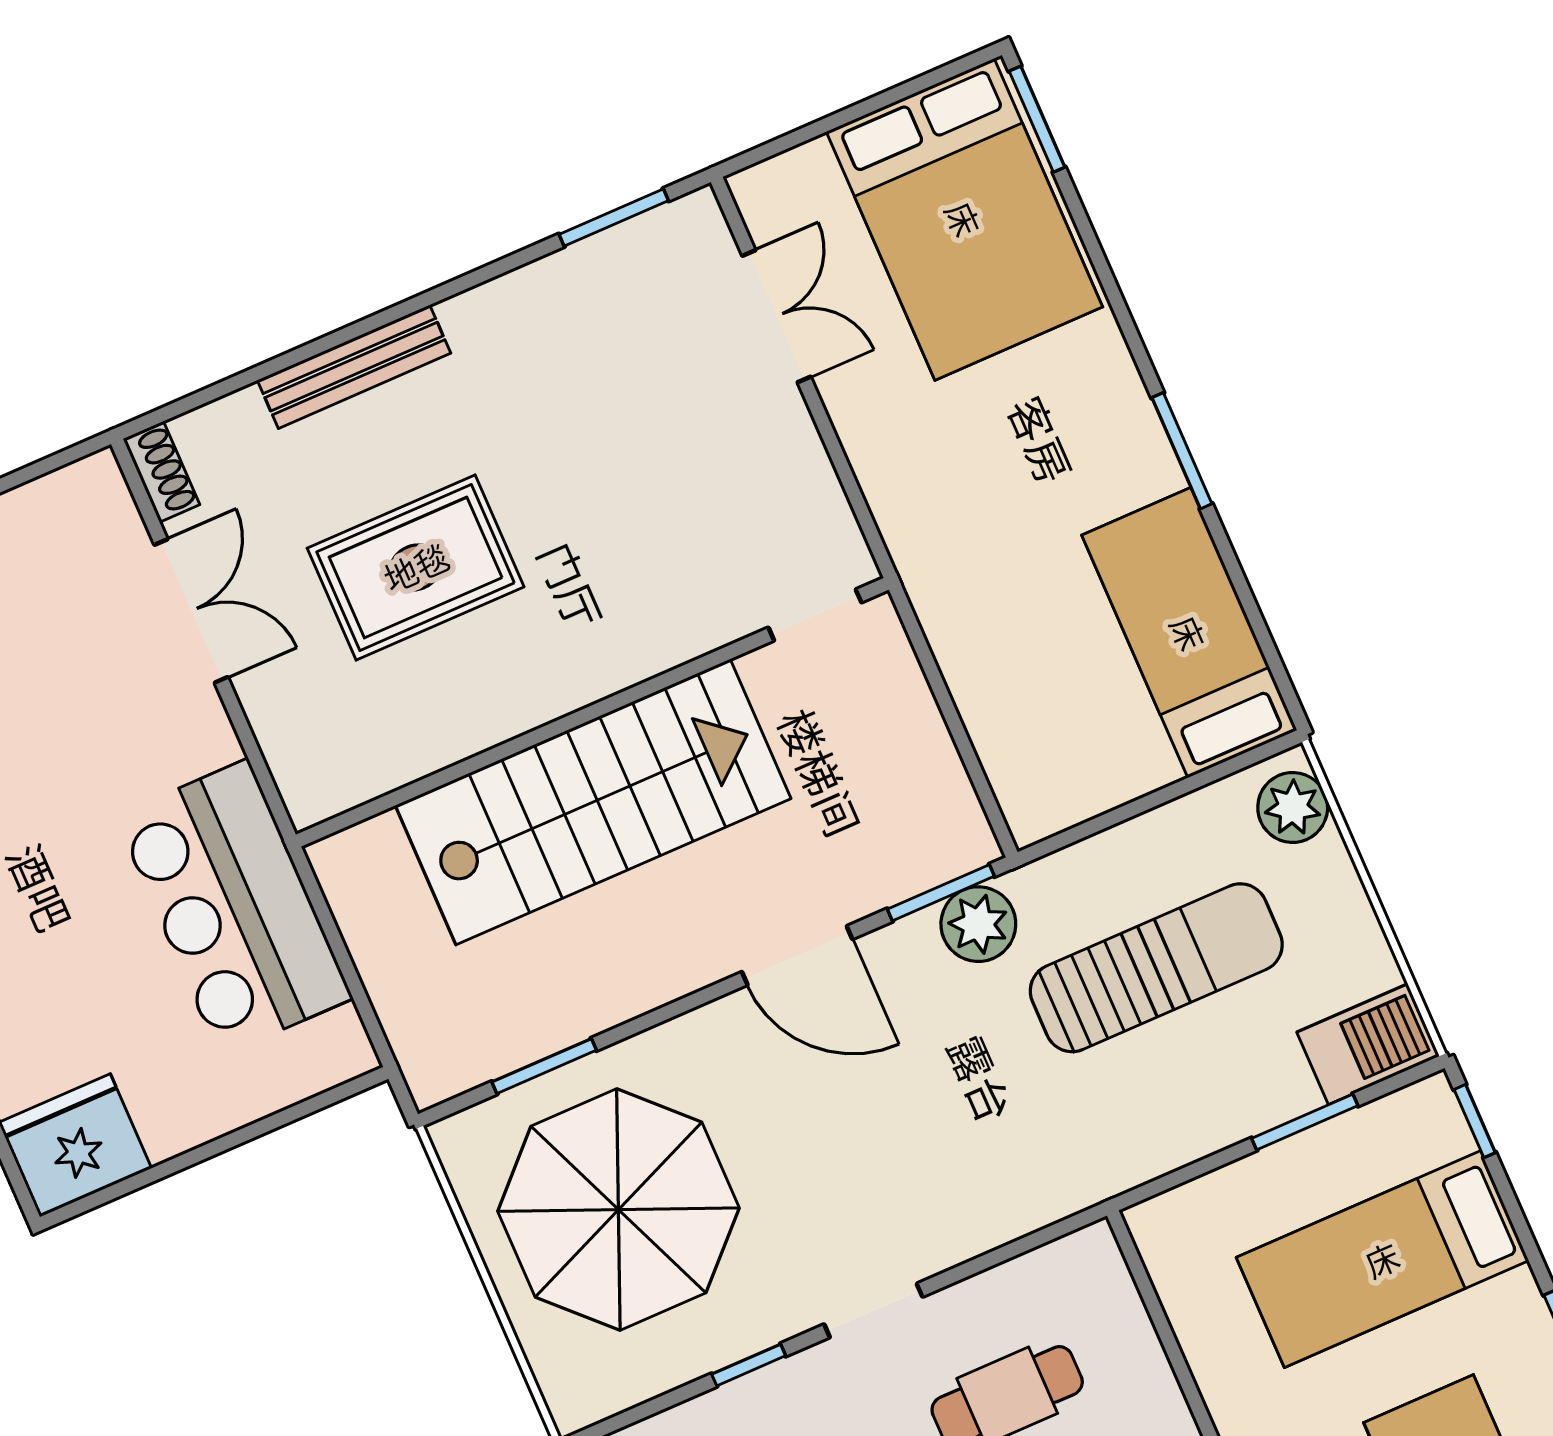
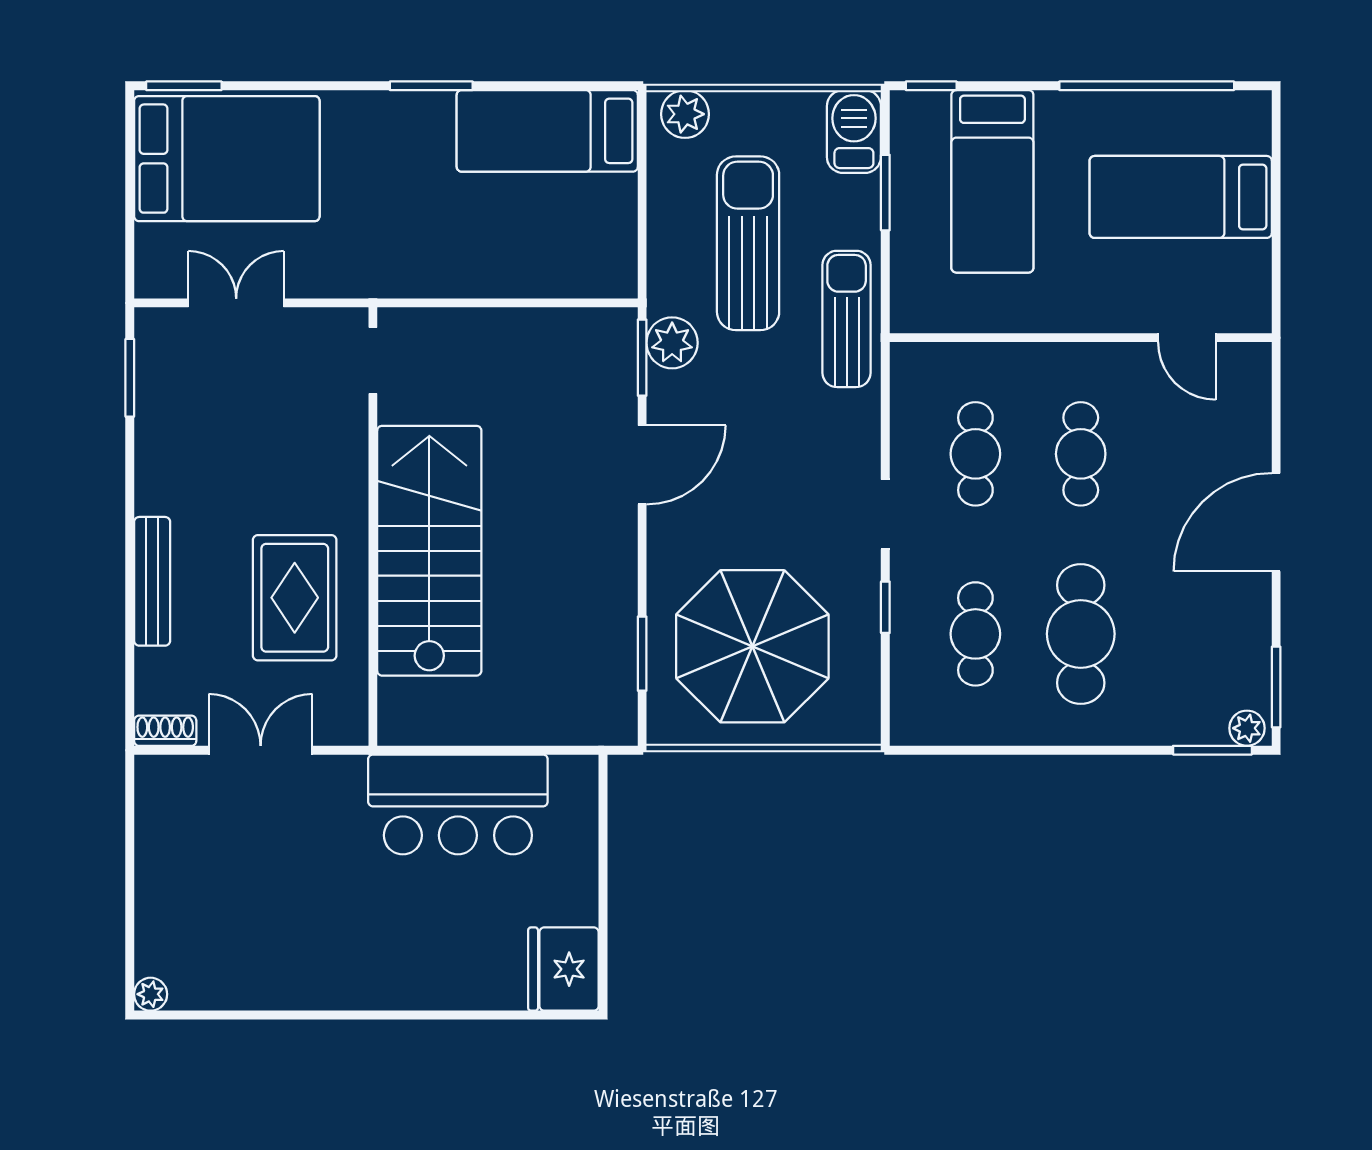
doorway: (815, 615) -> (373, 361), moved
wall: (592, 712) -> (373, 527), moved
stairs: (593, 802) -> (429, 551), moved
sun lounger: (1113, 1144) -> (847, 319), added

